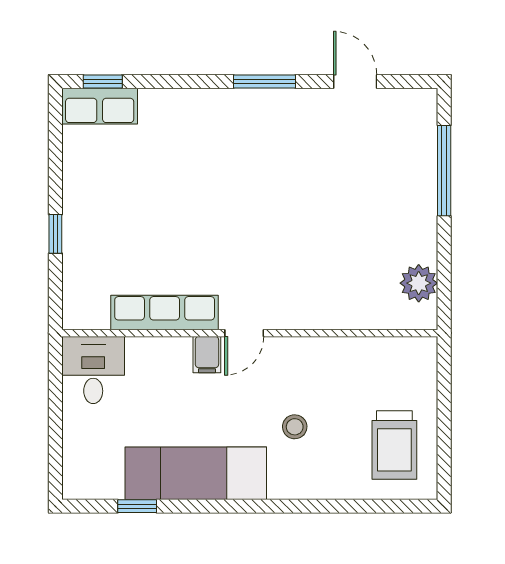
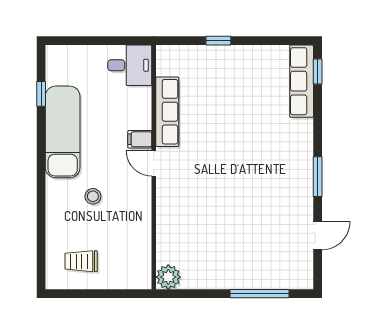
row of seats: (100, 106) -> (302, 81), width x1.48
plant: (419, 283) -> (168, 277), moved
trolley: (394, 445) -> (81, 261), width x0.73, depth x0.72

